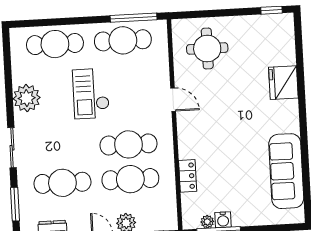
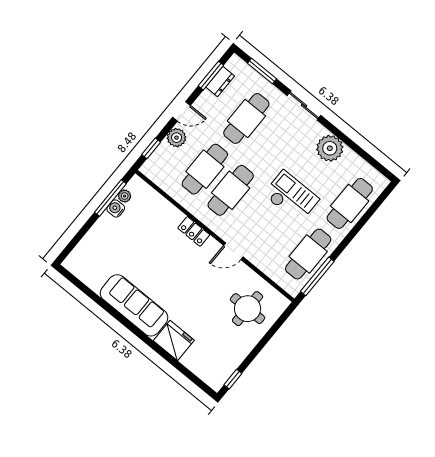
sofa: (286, 171) -> (134, 305), moved
locker: (188, 176) -> (194, 231), moved

